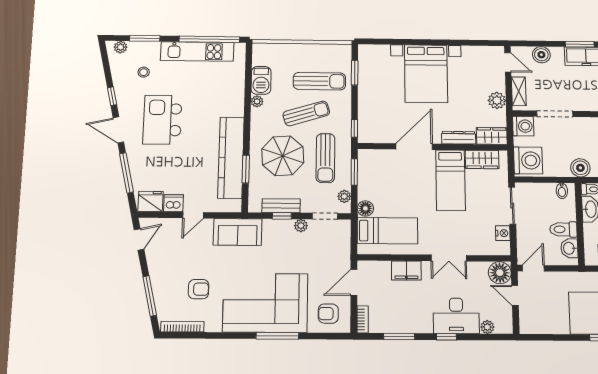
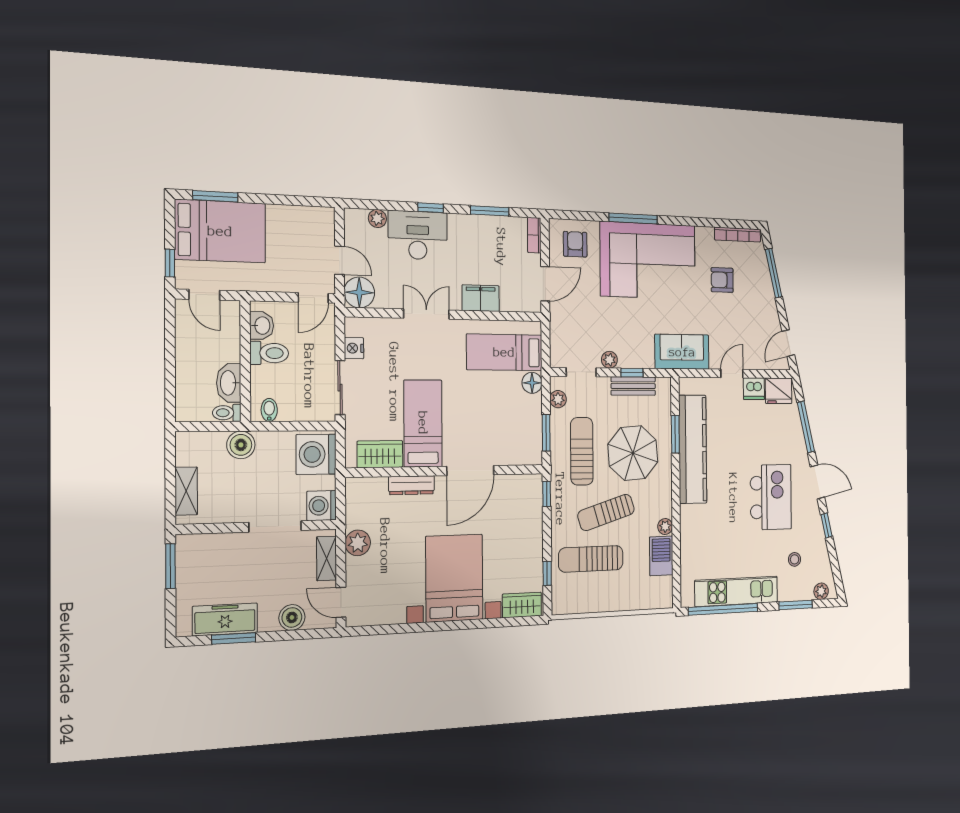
window: (355, 73) -> (547, 573), width x0.67
wardrobe: (492, 136) -> (522, 605), moved, turned 180
armchair: (328, 314) -> (575, 244), turned -90

